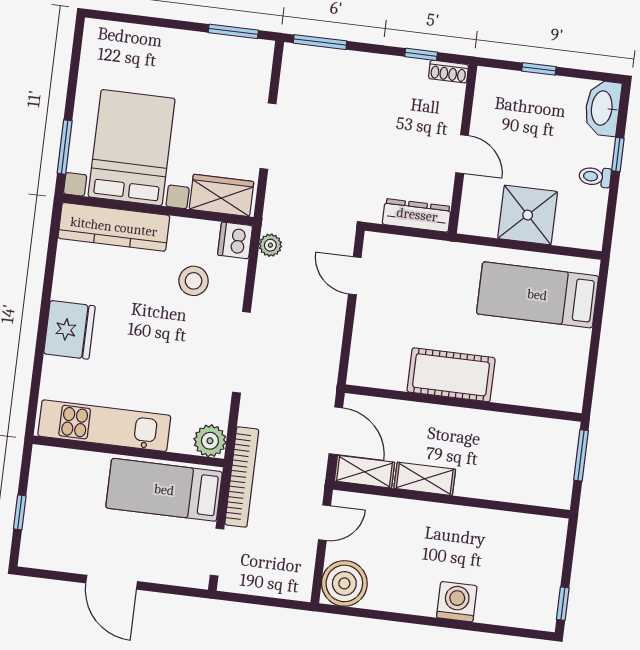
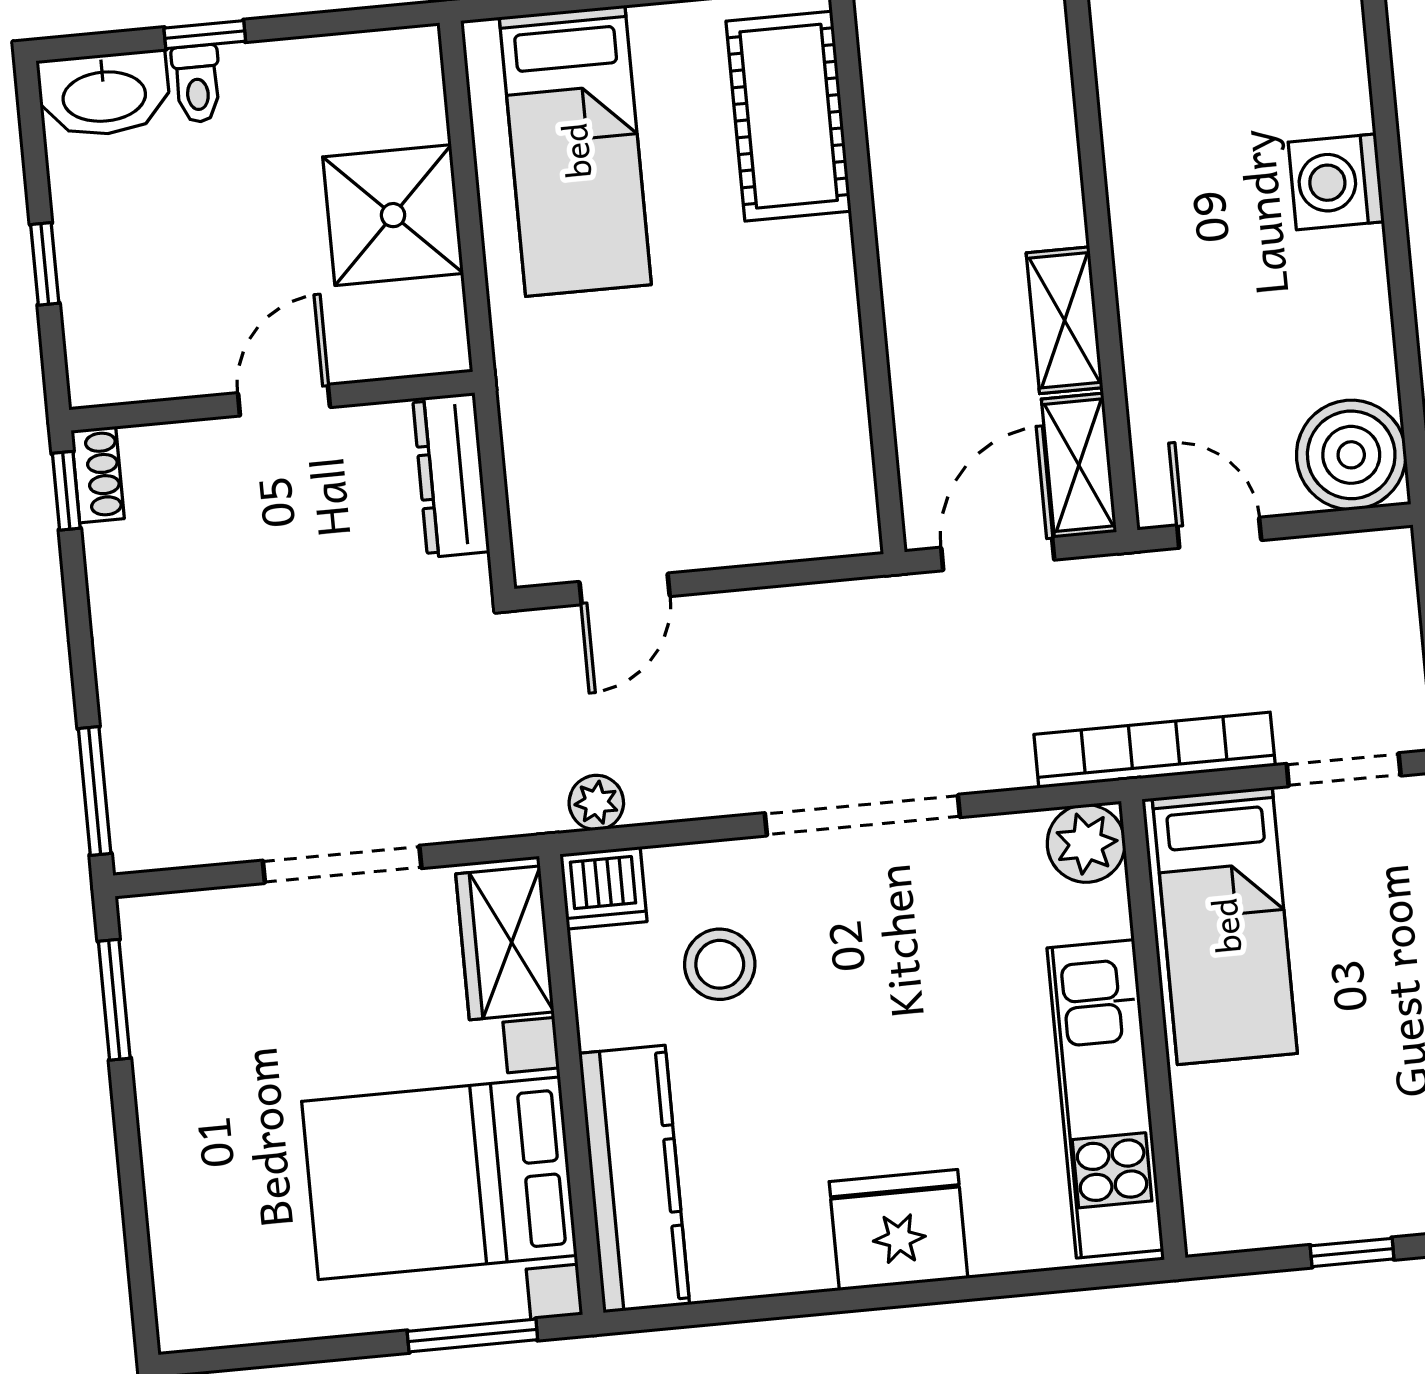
window: (421, 54) -> (66, 491), moved
toilet: (595, 177) -> (197, 84), moved
cot: (451, 375) -> (789, 116), moved

